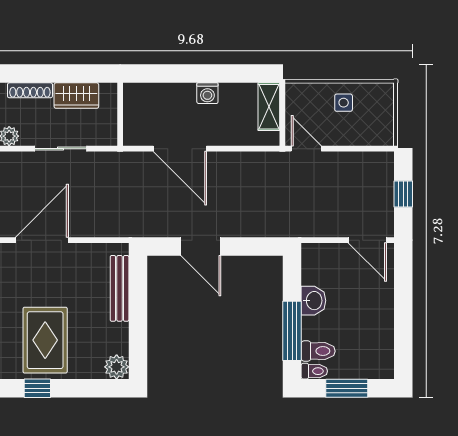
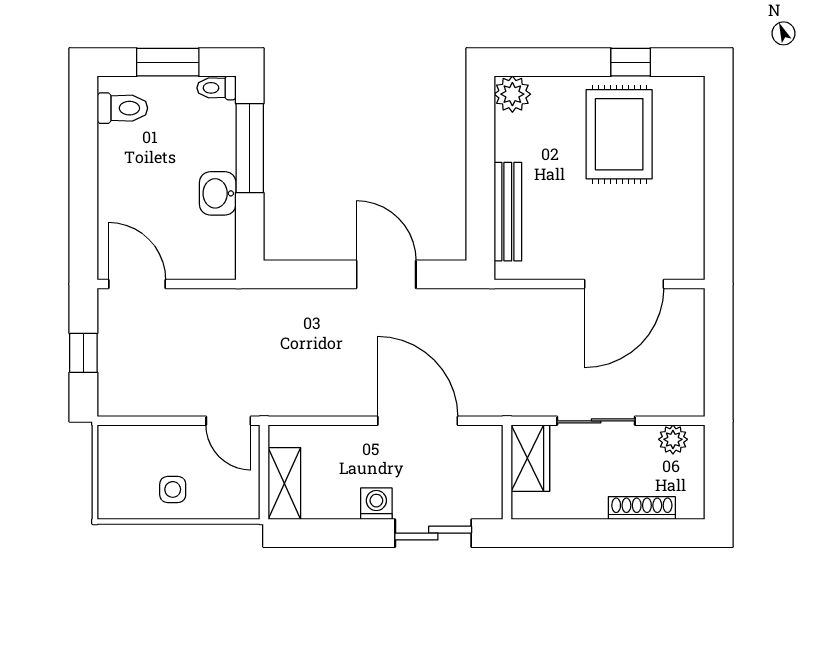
sliding door: (169, 74) -> (433, 533), added
wardrobe: (76, 96) -> (530, 458), moved, turned 90
toilet: (318, 351) -> (122, 108), moved, turned 180

